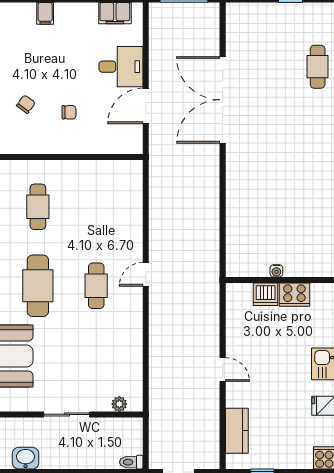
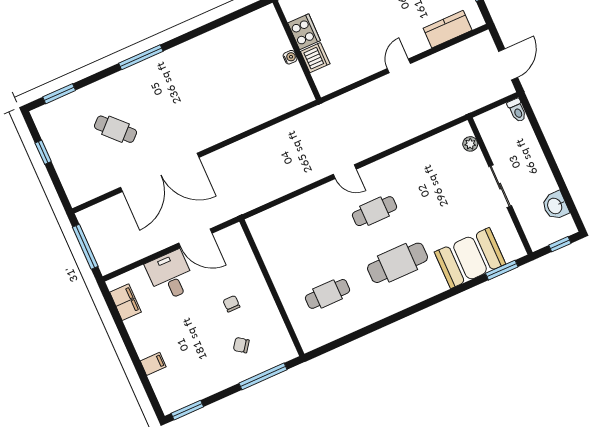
cafe table: (318, 67) -> (115, 129), moved, turned 46

